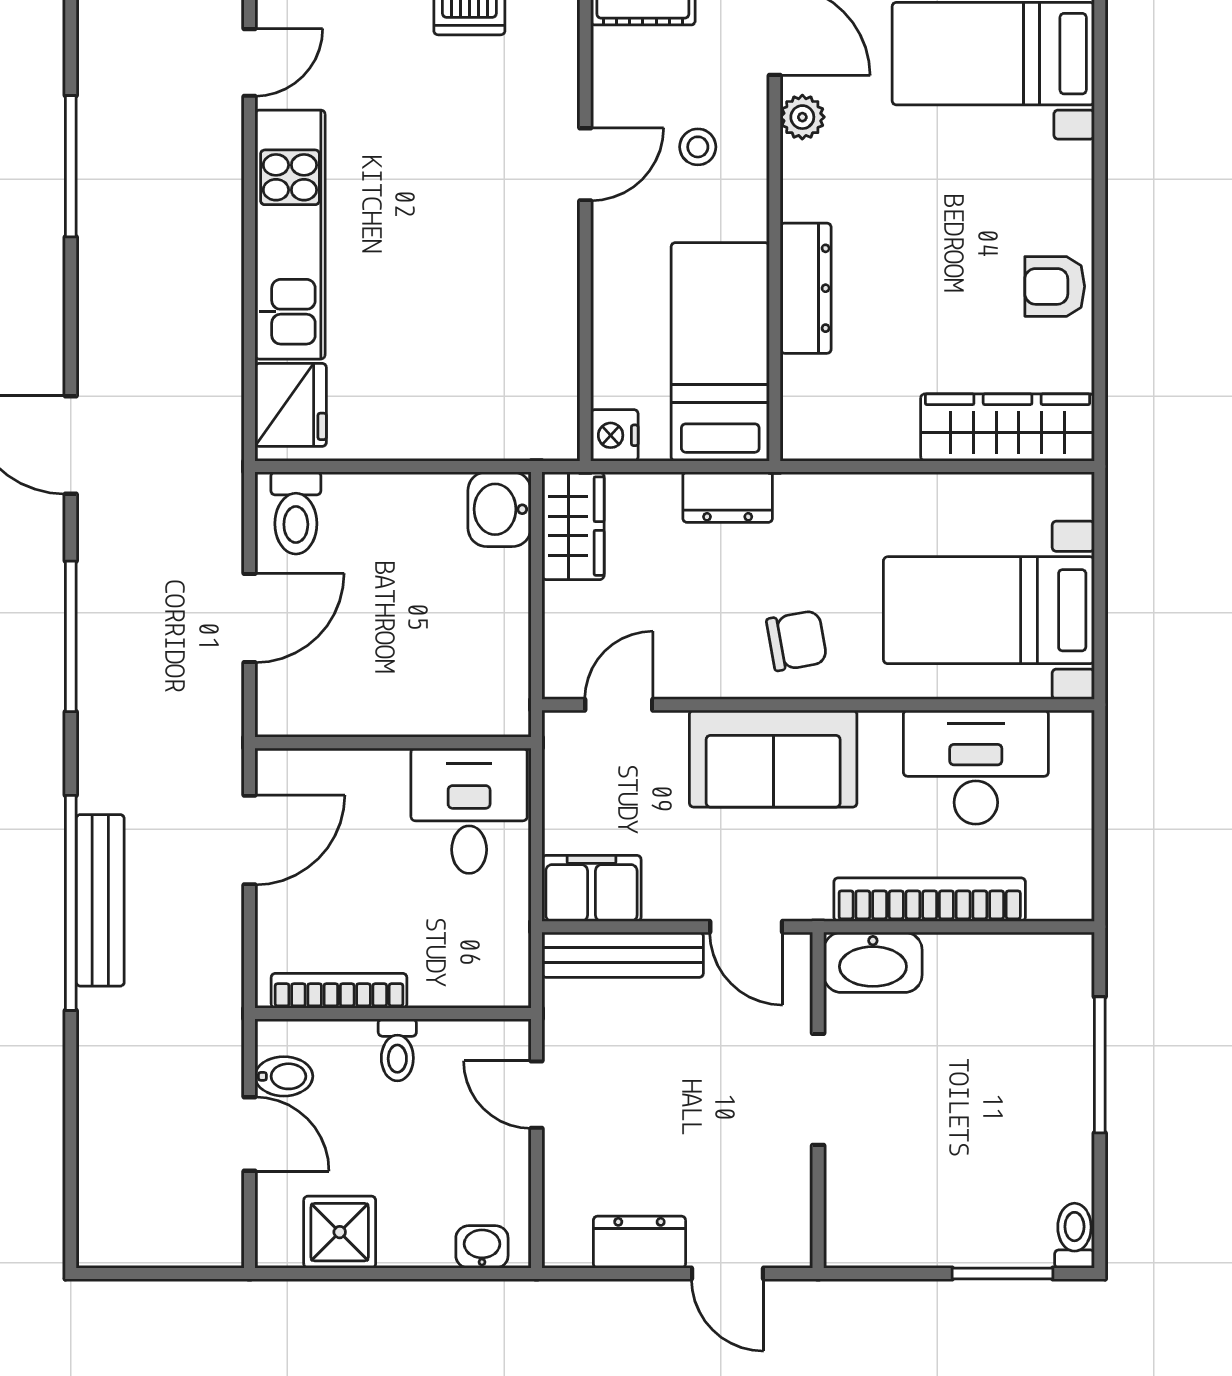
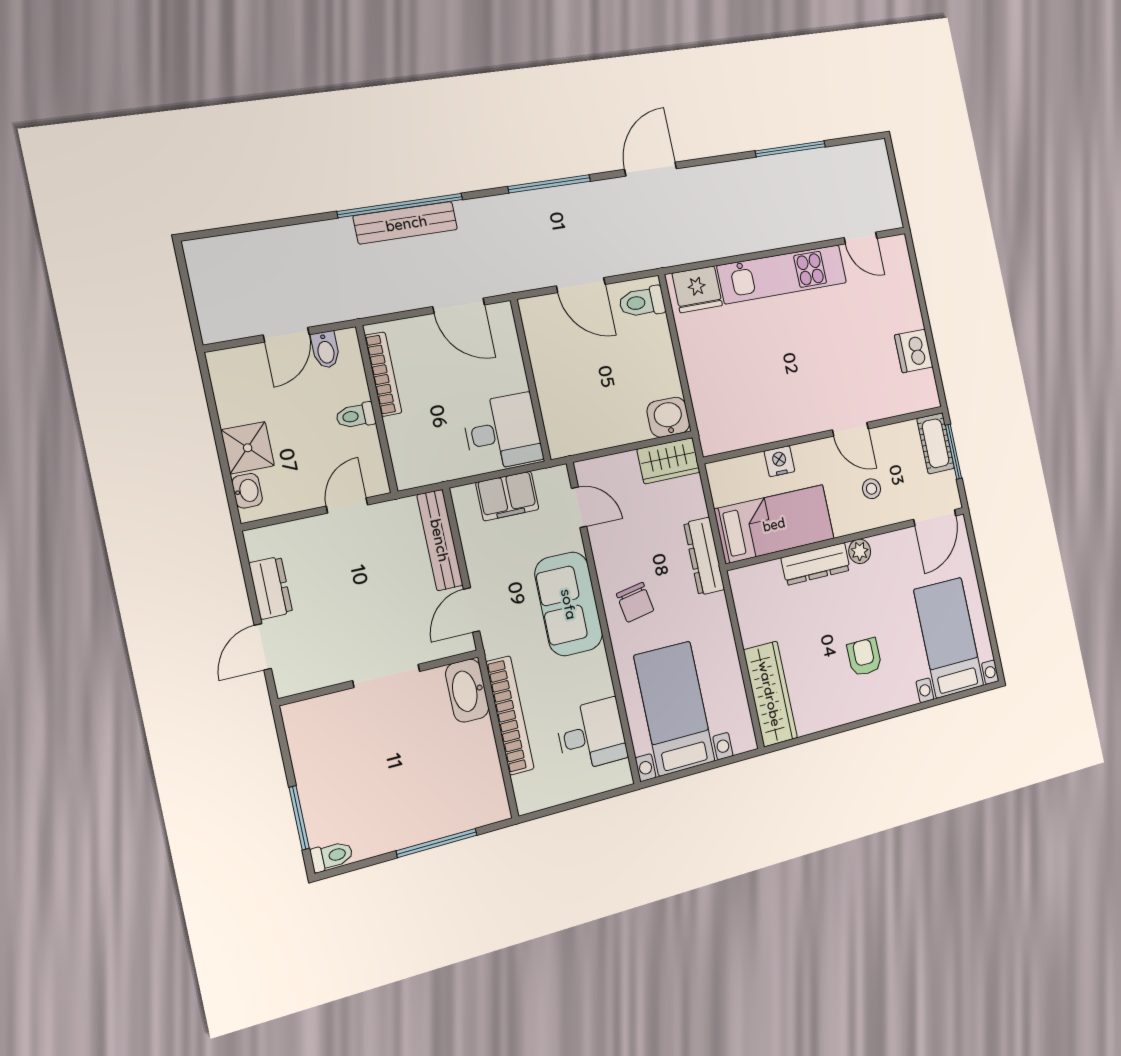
plant: (802, 117) -> (860, 551), moved
armchair: (1055, 286) -> (864, 657), moved
nightstand: (614, 435) -> (780, 461), moved
dresser: (728, 497) -> (704, 556), width x1.44
desk: (976, 767) -> (591, 735), width x0.73
filing cabinet: (591, 888) -> (507, 496), moved, turned 90
shower: (340, 1232) -> (248, 448), moved

